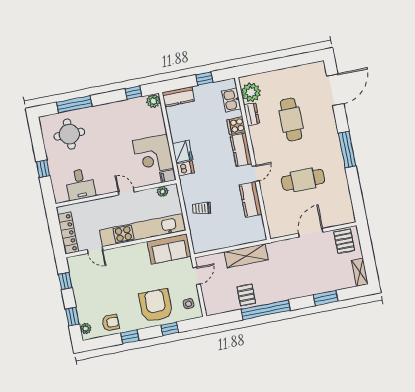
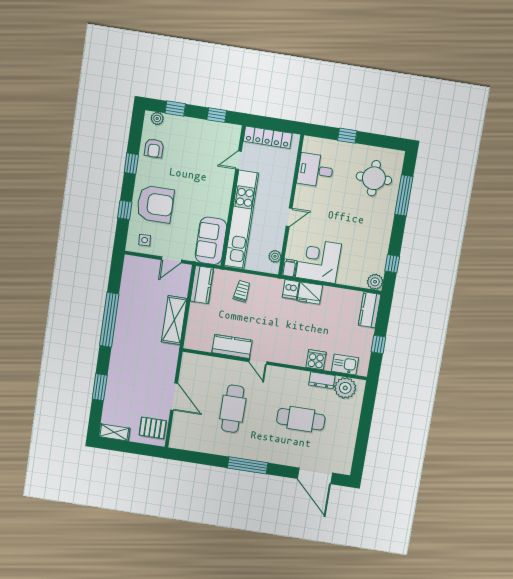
kitchen counter: (241, 150) -> (202, 285), moved, turned 90
door: (197, 276) -> (171, 260), hinge flipped
pallet: (246, 295) -> (132, 305), removed

